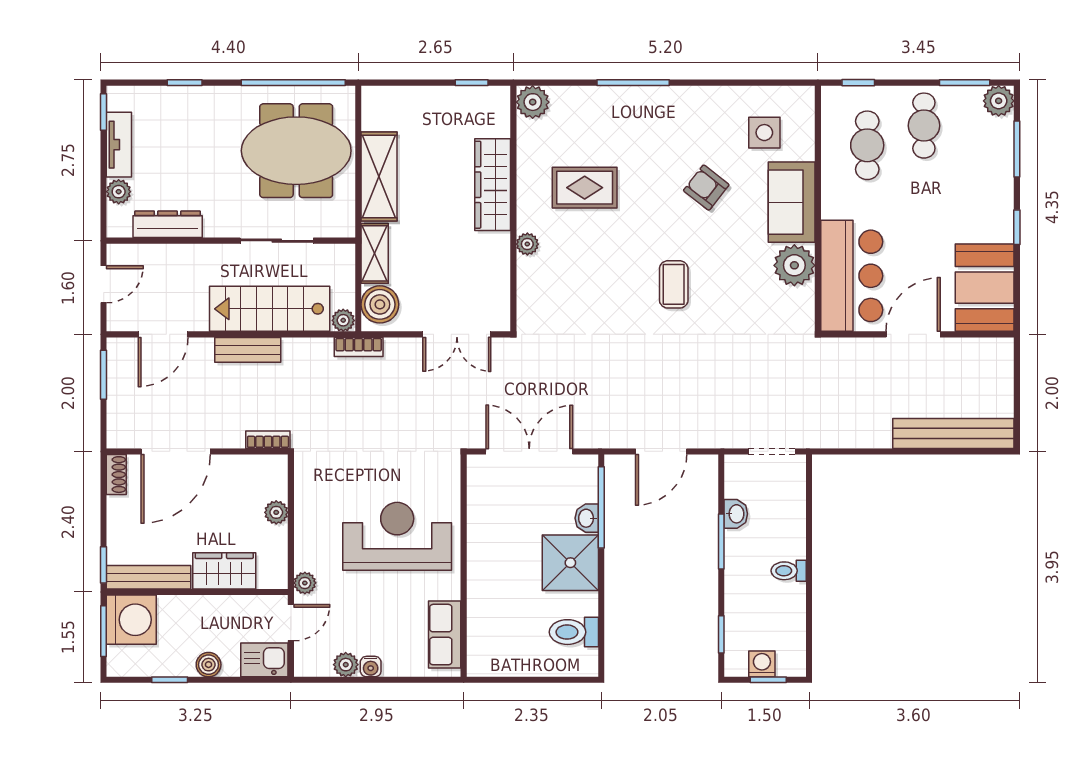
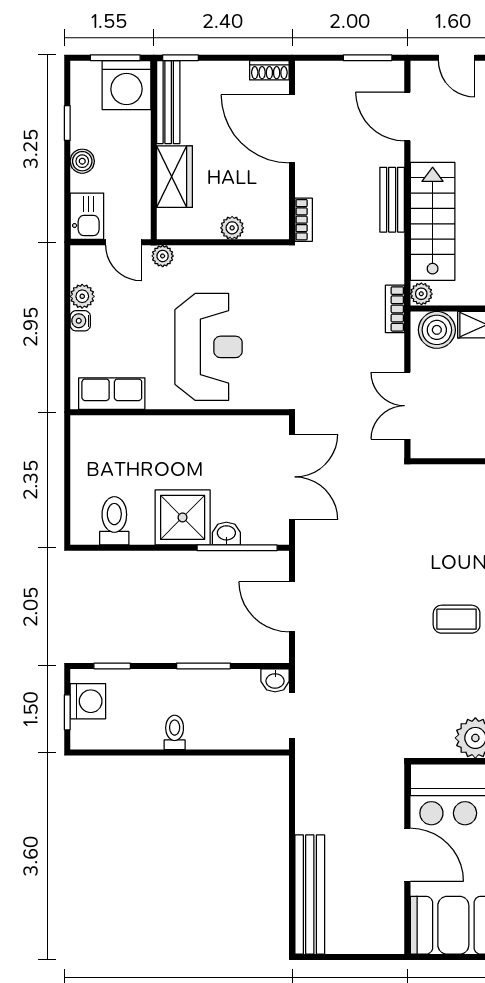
washbasin: (736, 514) -> (275, 680), moved
washing machine: (762, 664) -> (88, 701), width x1.38, depth x1.38

